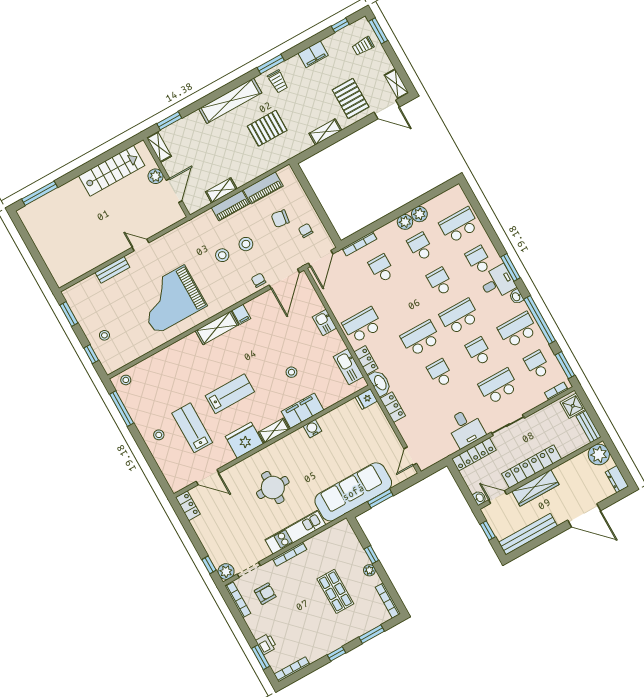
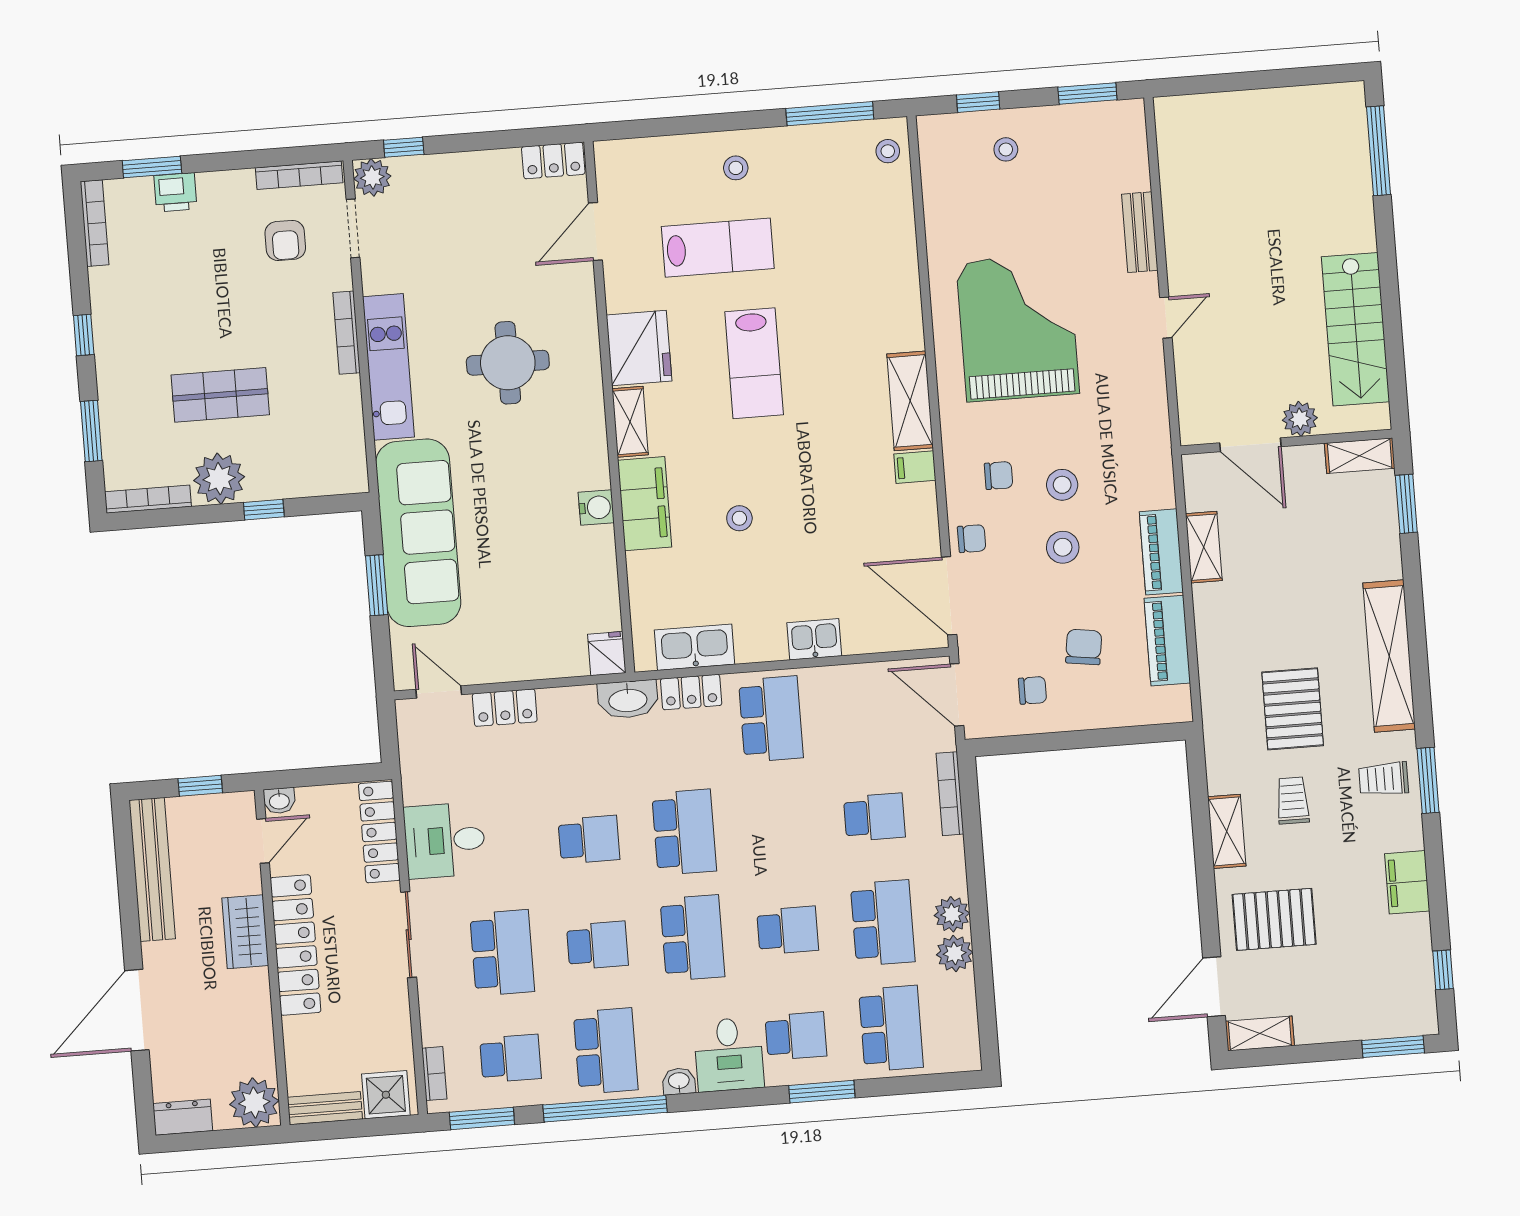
trolley: (363, 46) -> (1293, 800), moved
school desk: (420, 247) -> (883, 923), width x1.85
window: (510, 267) -> (822, 1092), moved
chair: (230, 281) -> (999, 475), added
locker: (393, 407) -> (505, 708), moved
wardrobe: (535, 488) -> (245, 932), width x0.67
plant: (369, 570) -> (219, 479), width x1.88, depth x1.88

